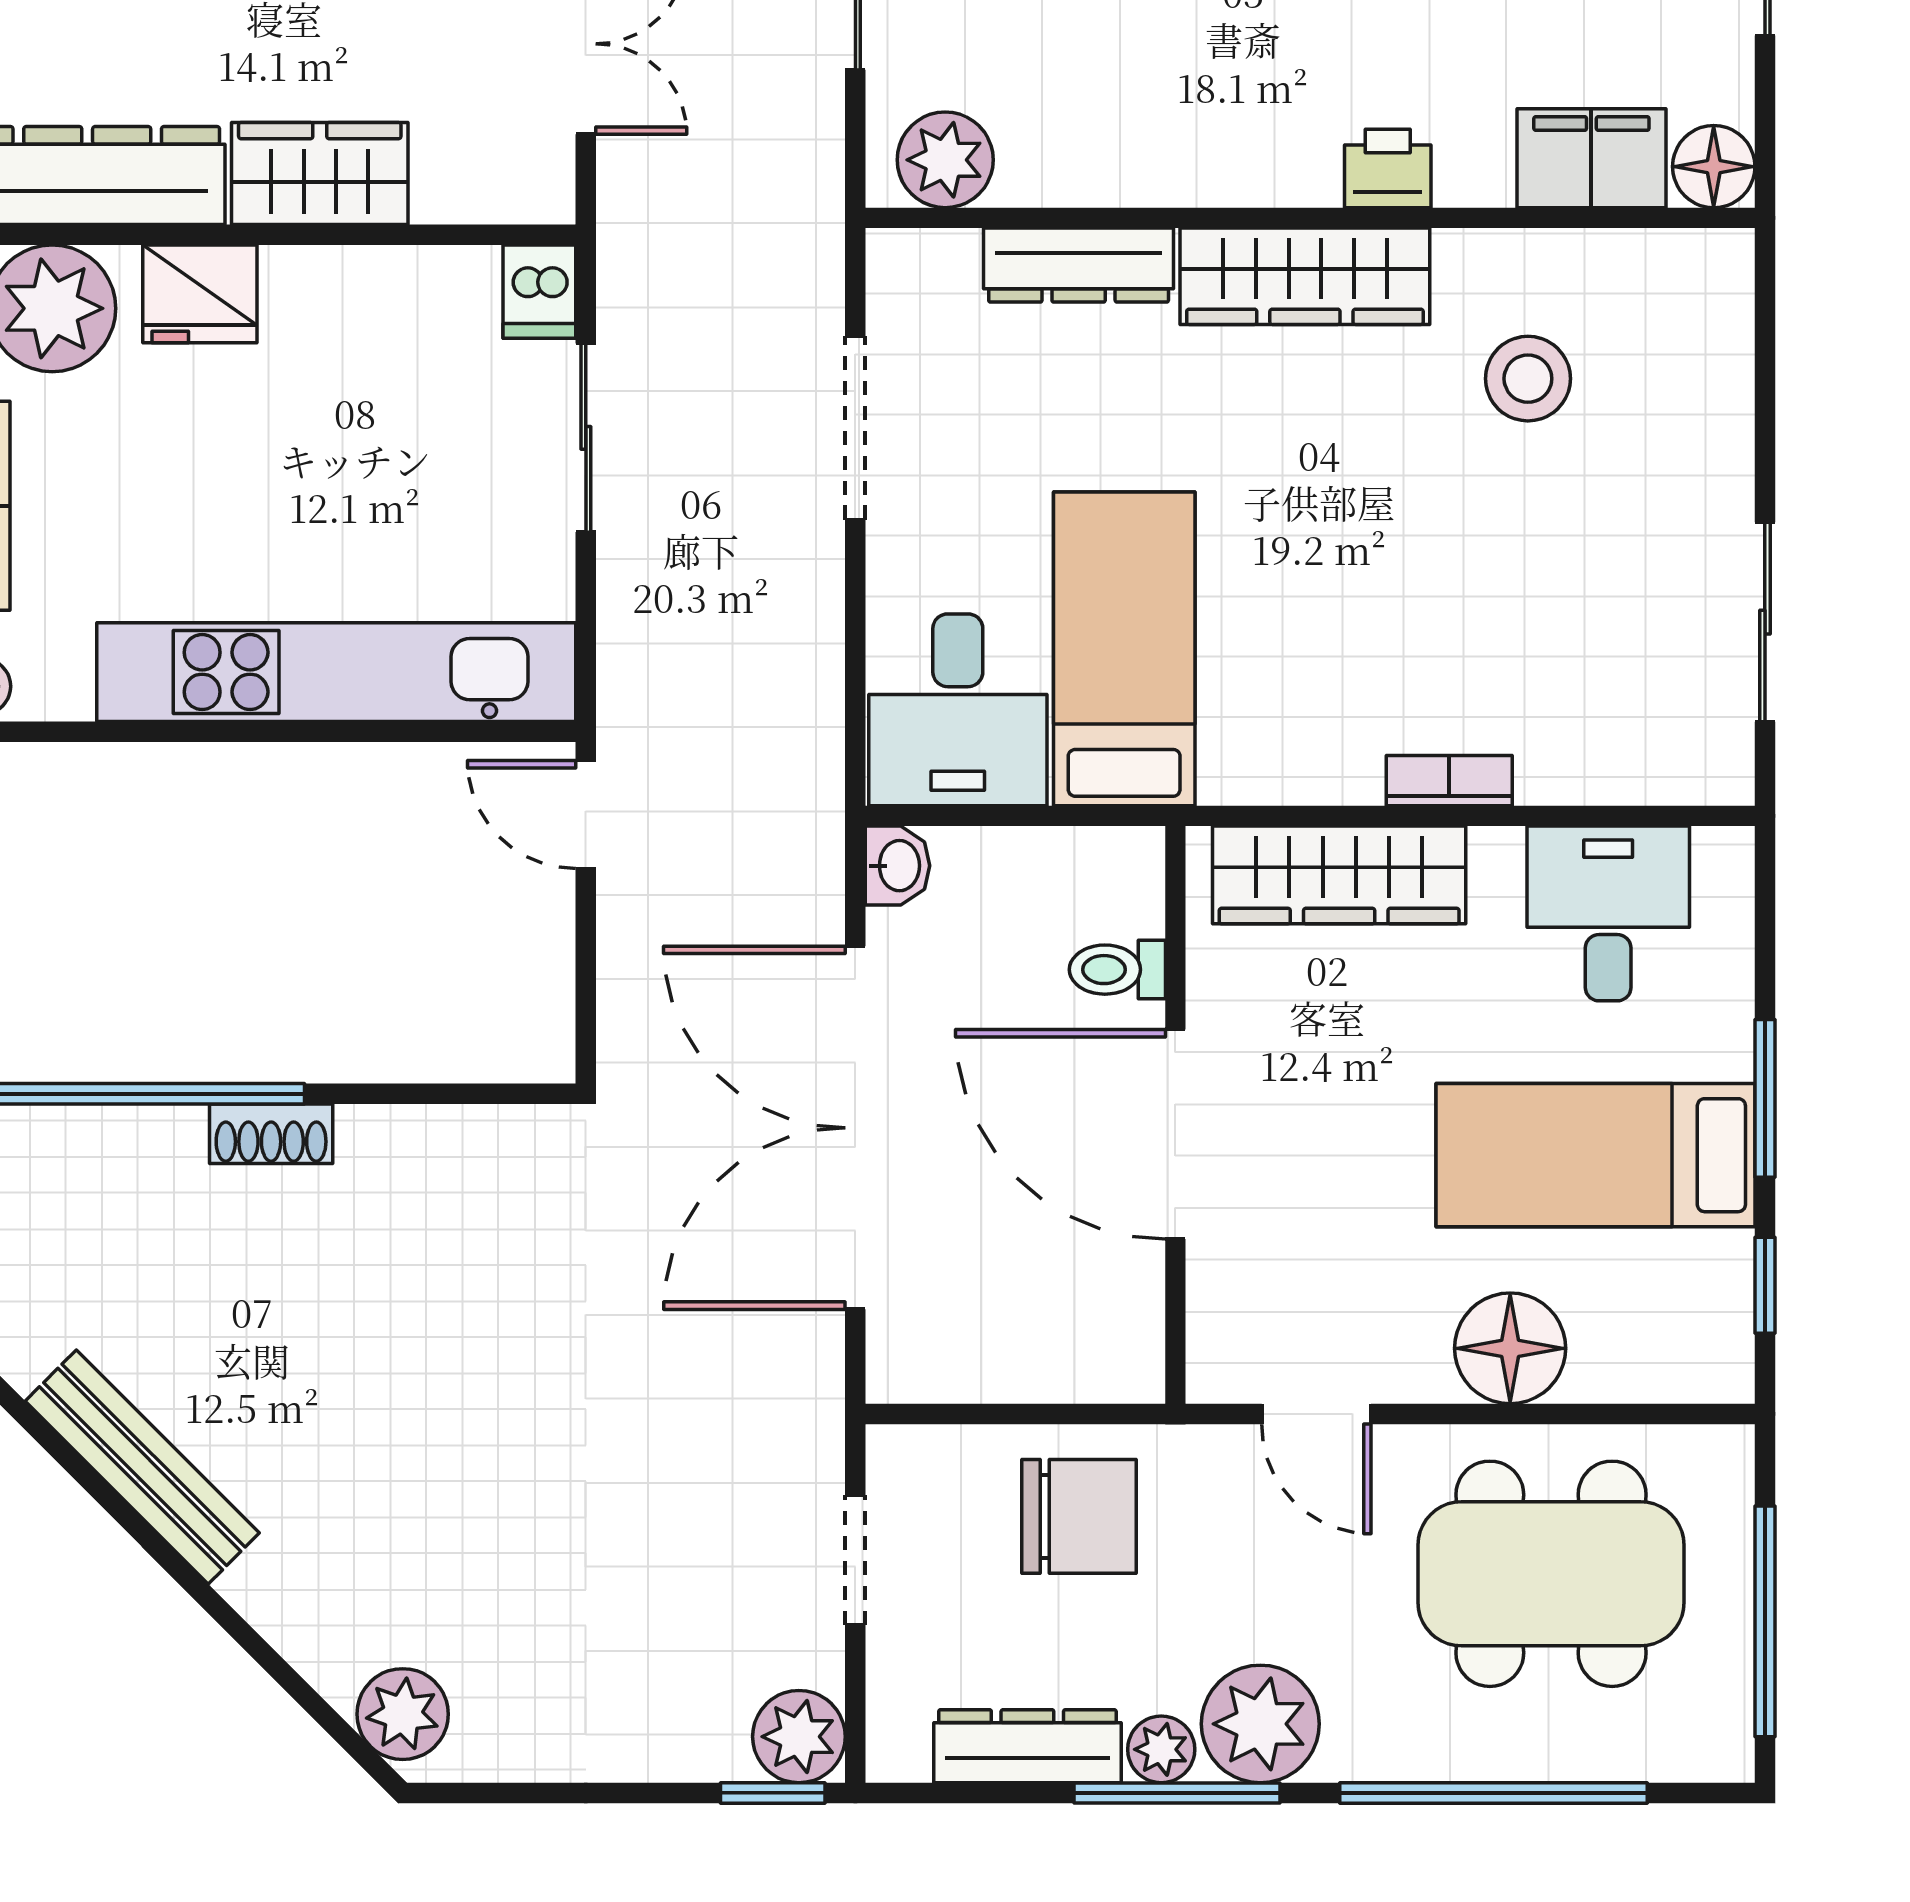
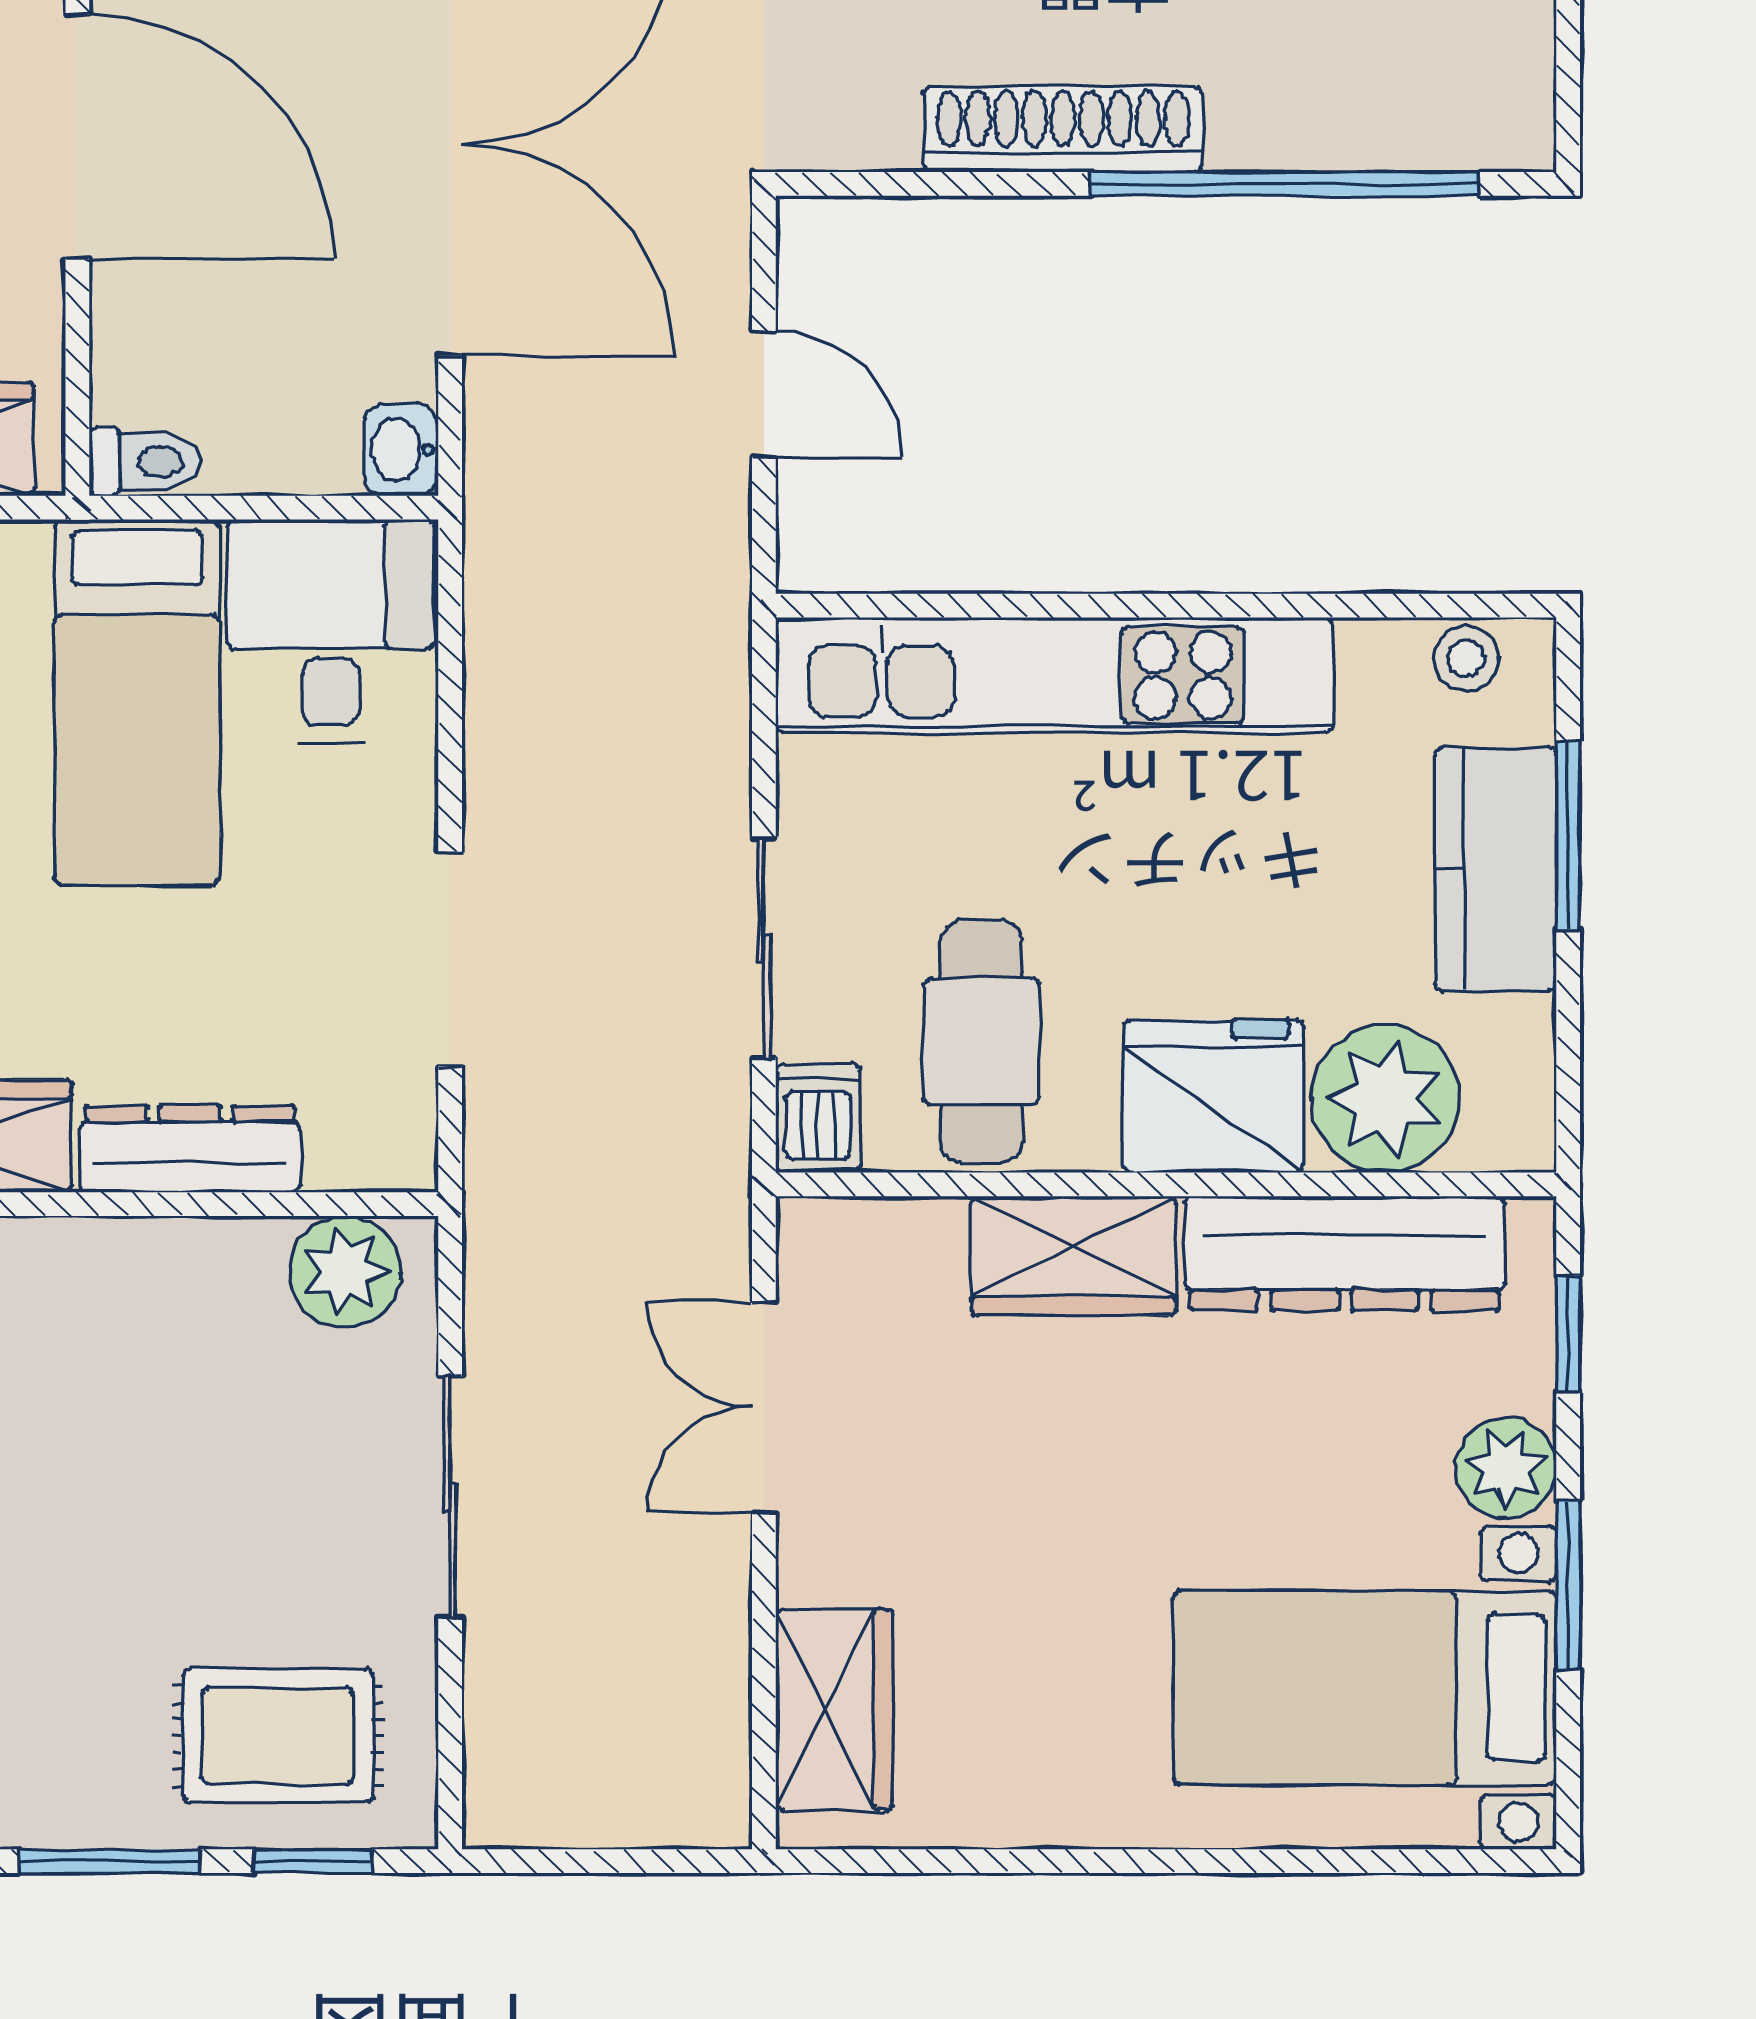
fridge: (200, 294) -> (1213, 1096), width x1.36, depth x1.34
cafe table: (399, 357) -> (981, 1042), added
door: (586, 814) -> (764, 394), moved
toilet: (1117, 970) -> (145, 462), moved
shoe rack: (271, 1134) -> (1063, 129), width x1.94, depth x1.24

